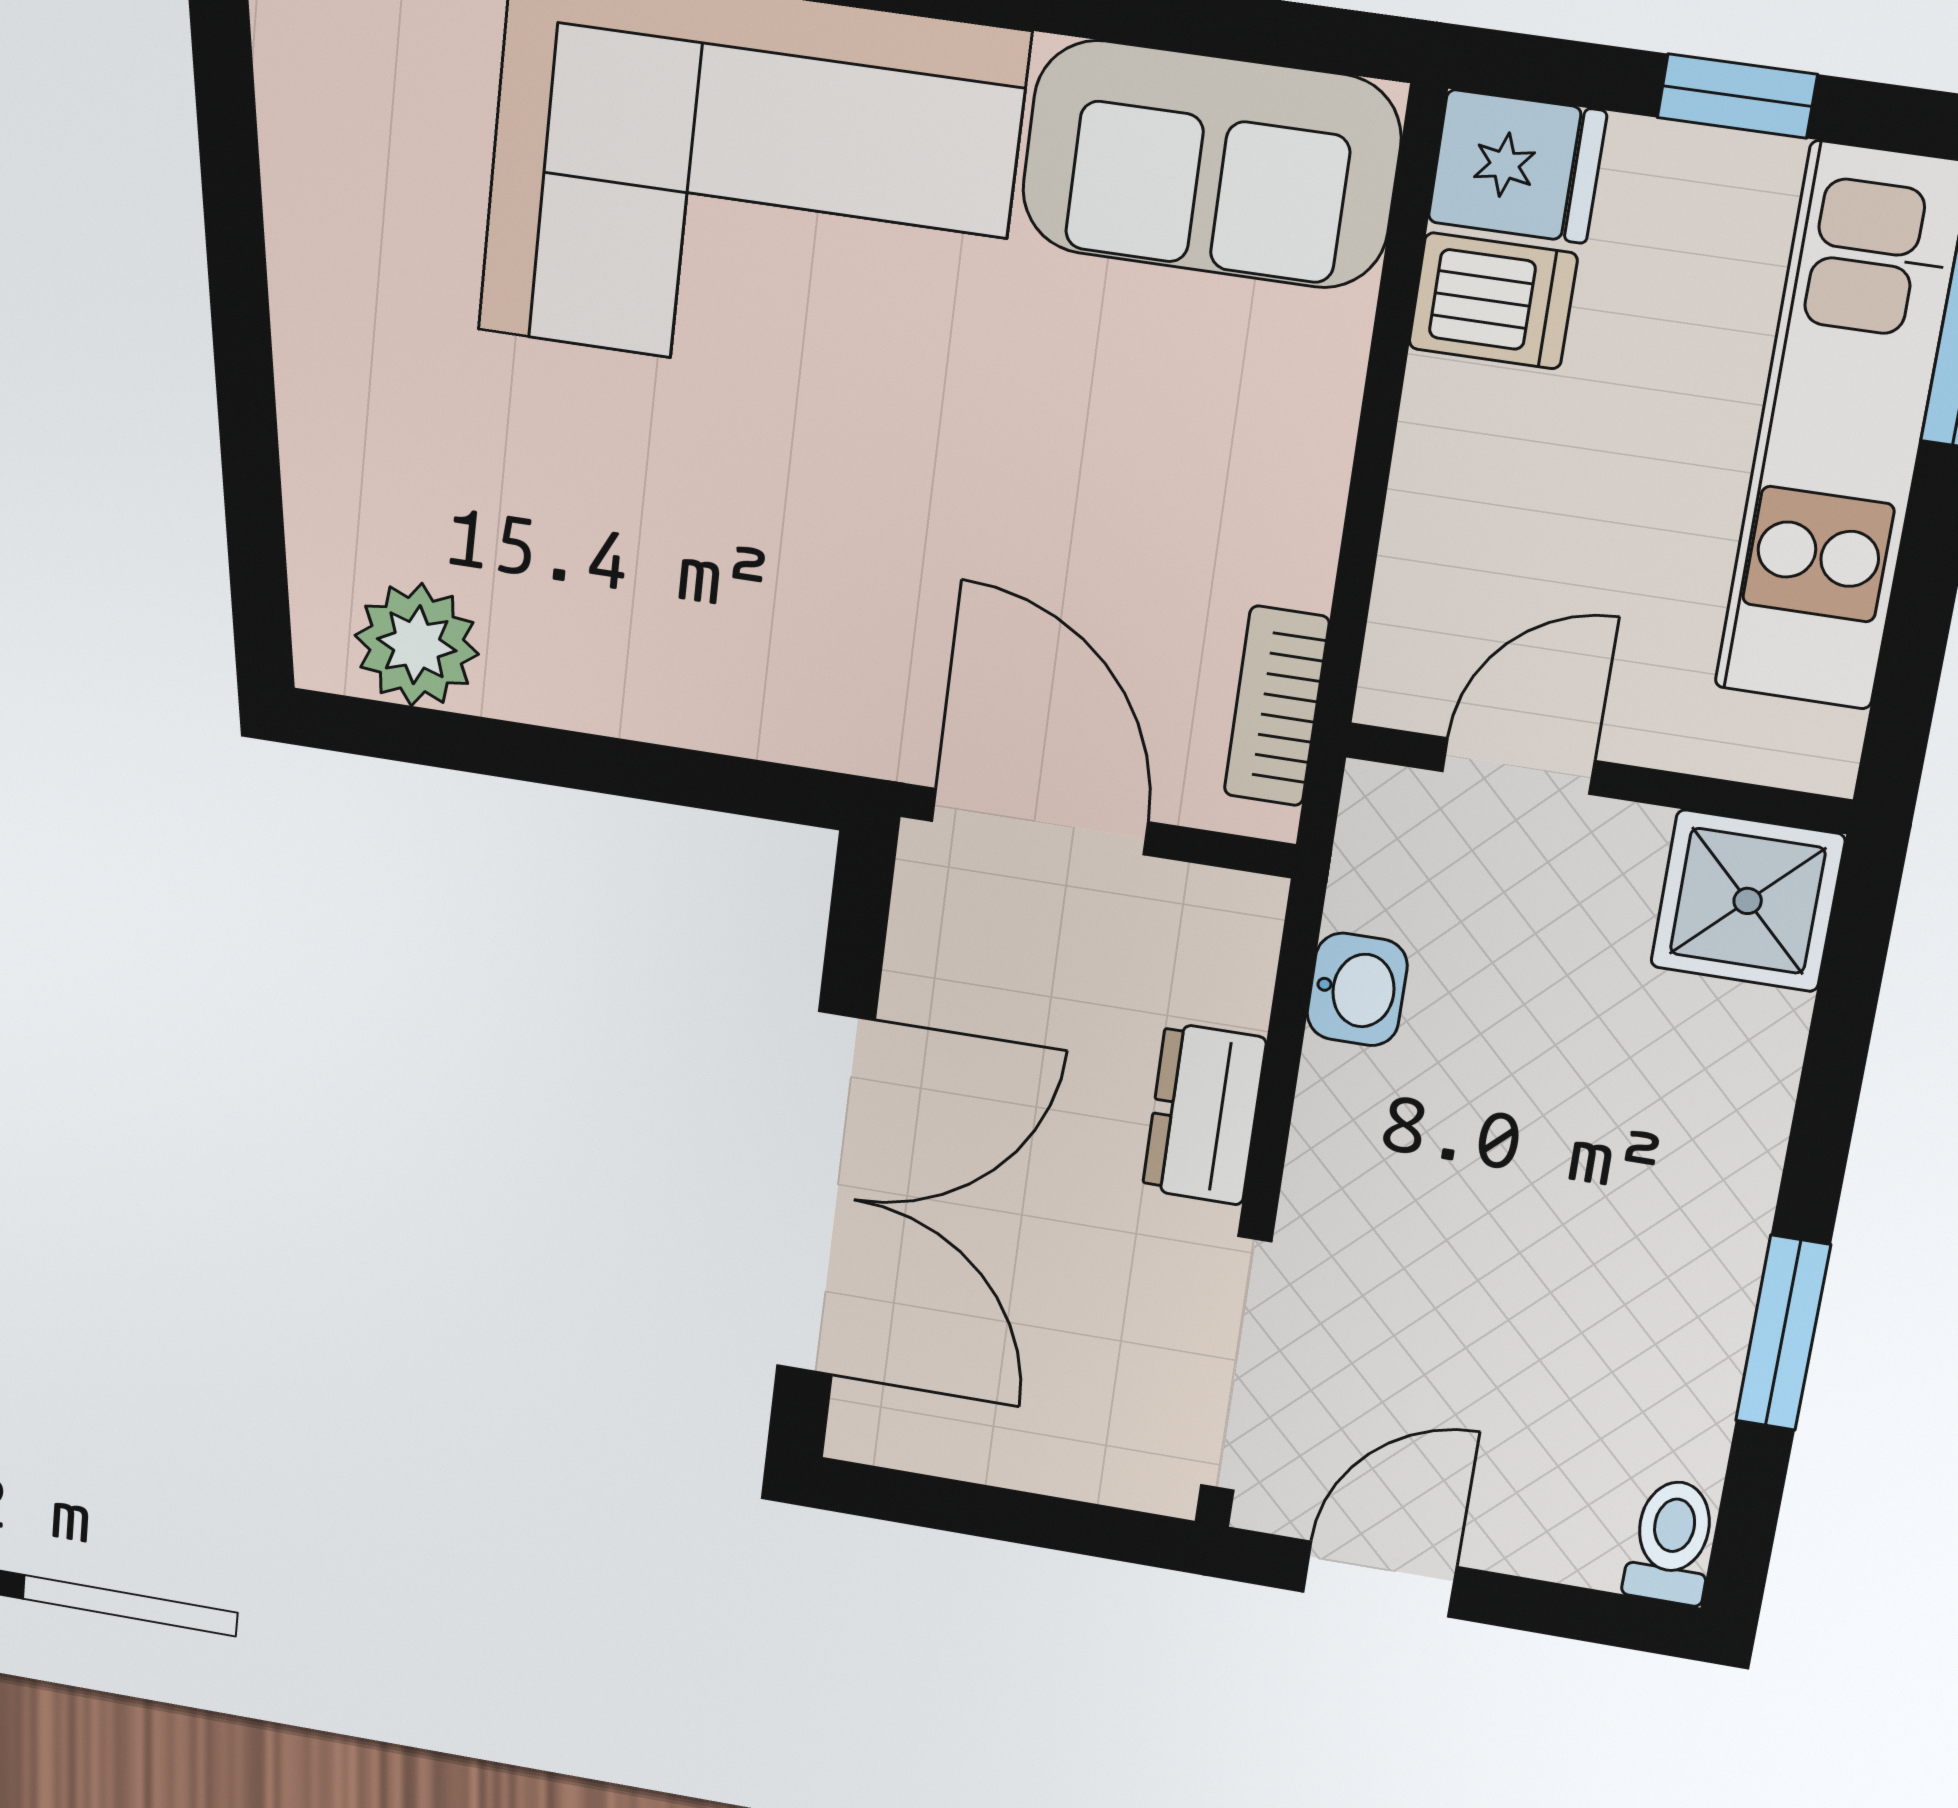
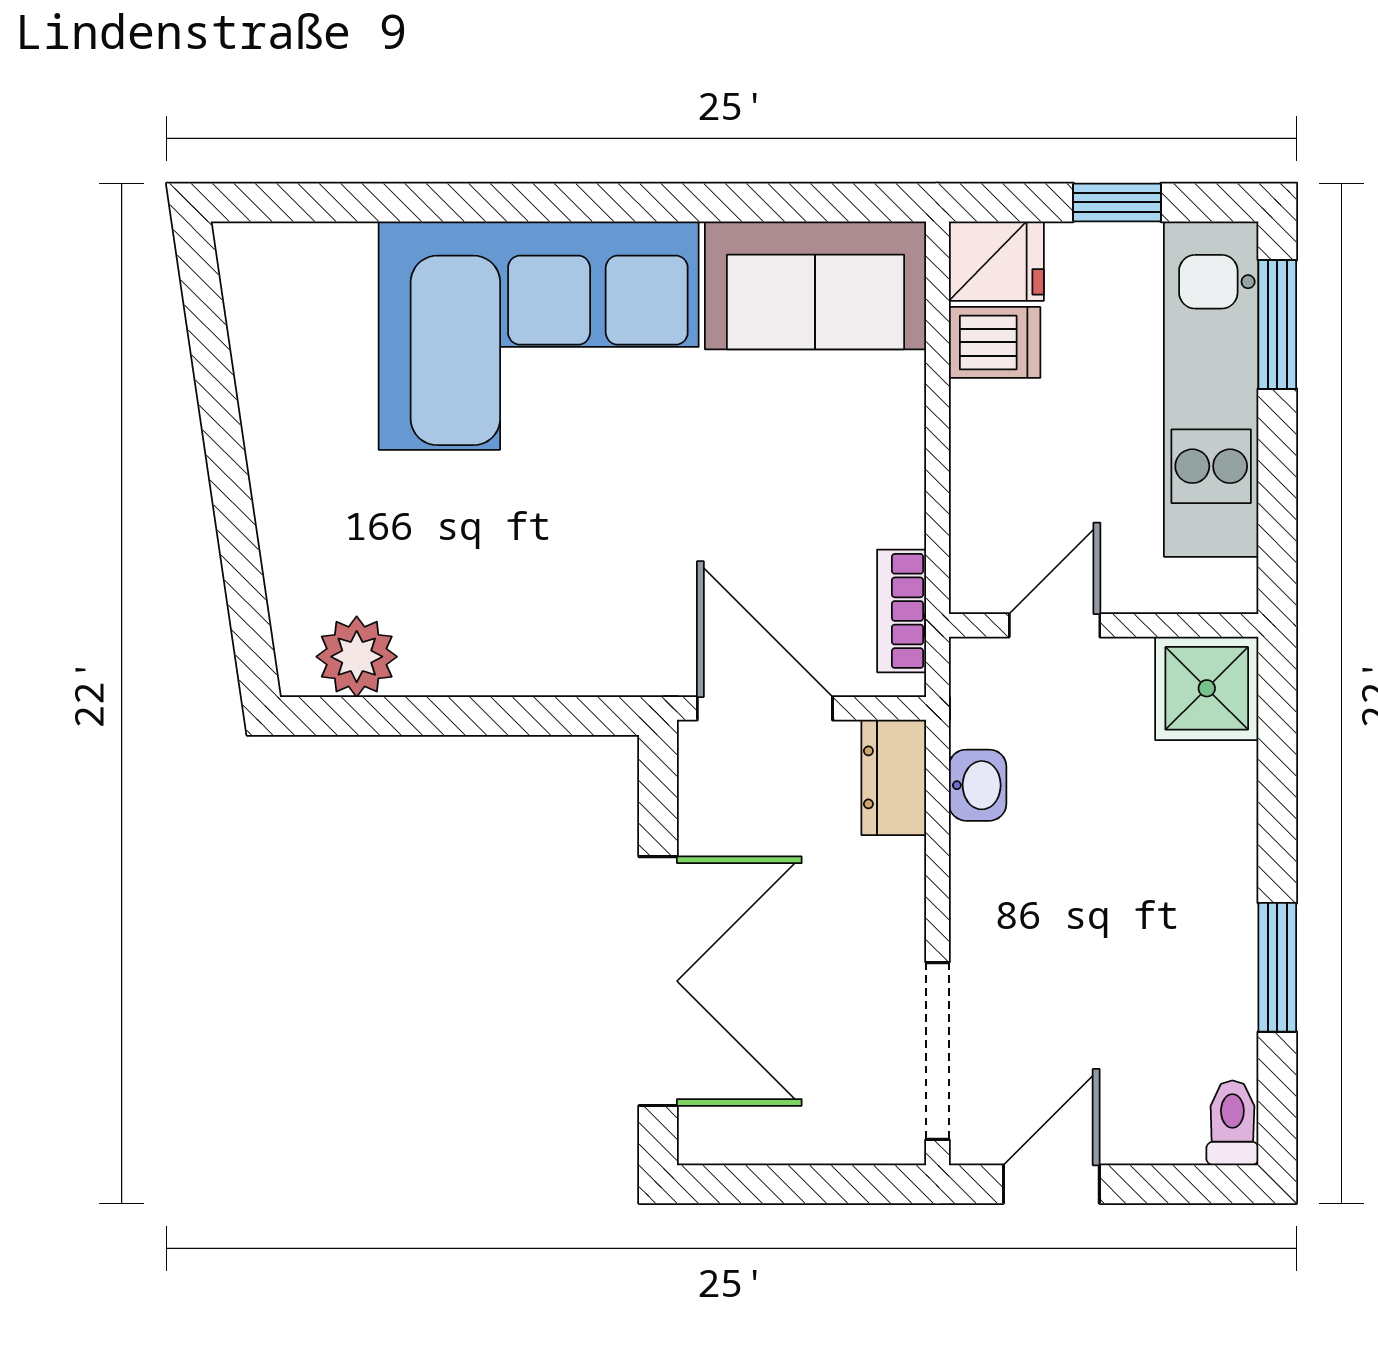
dresser: (1204, 1114) -> (894, 777), moved

